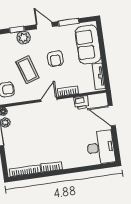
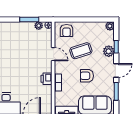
door: (49, 99) -> (53, 54), moved
printer: (81, 103) -> (46, 79), moved

